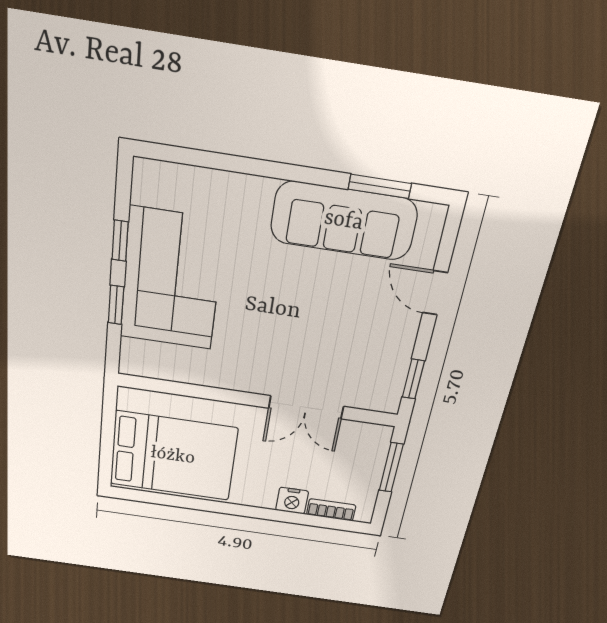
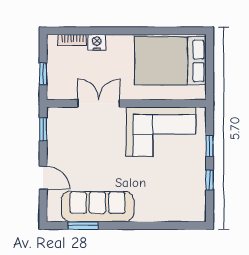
corner sofa: (171, 280) -> (161, 132), moved, turned -90
window: (391, 467) -> (43, 74), width x0.67

